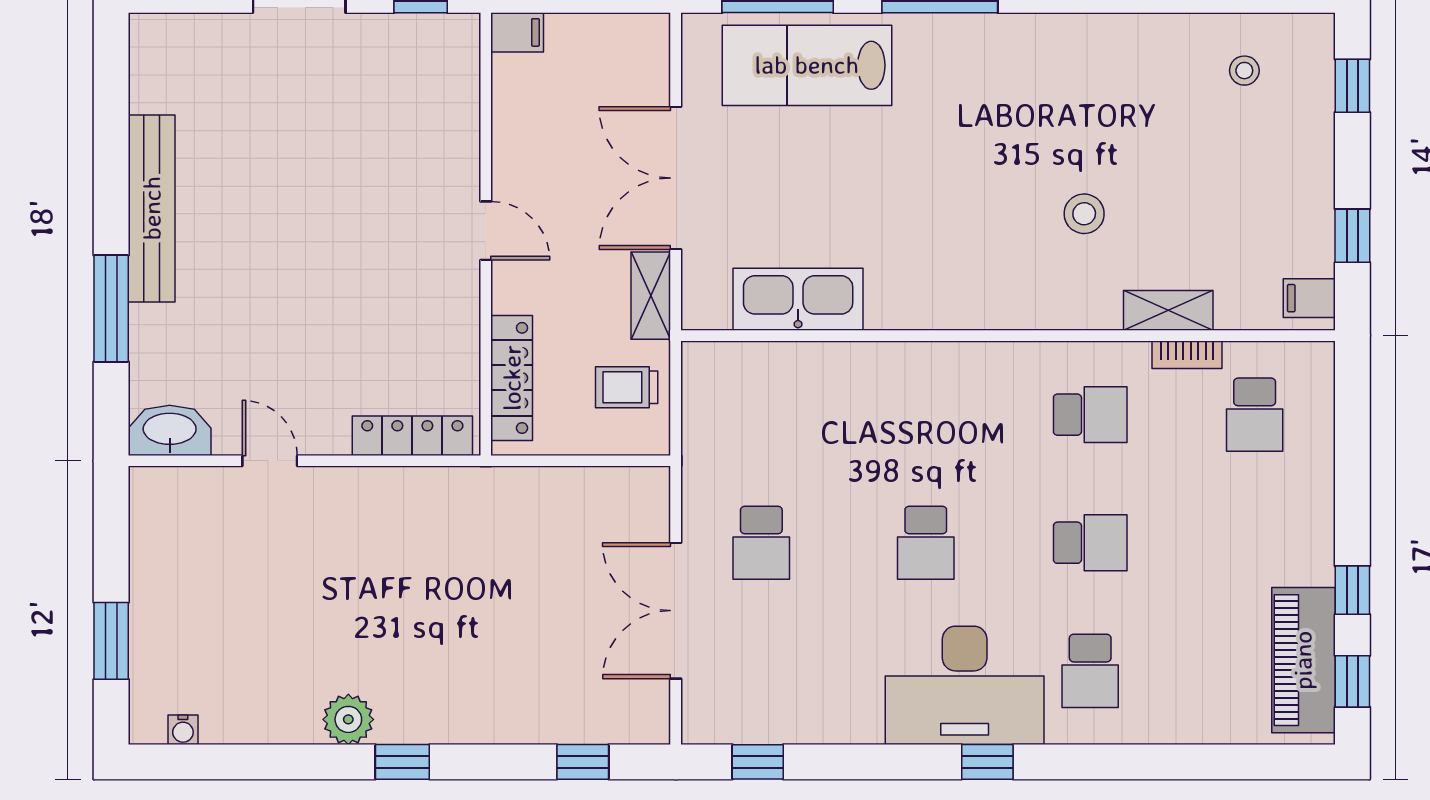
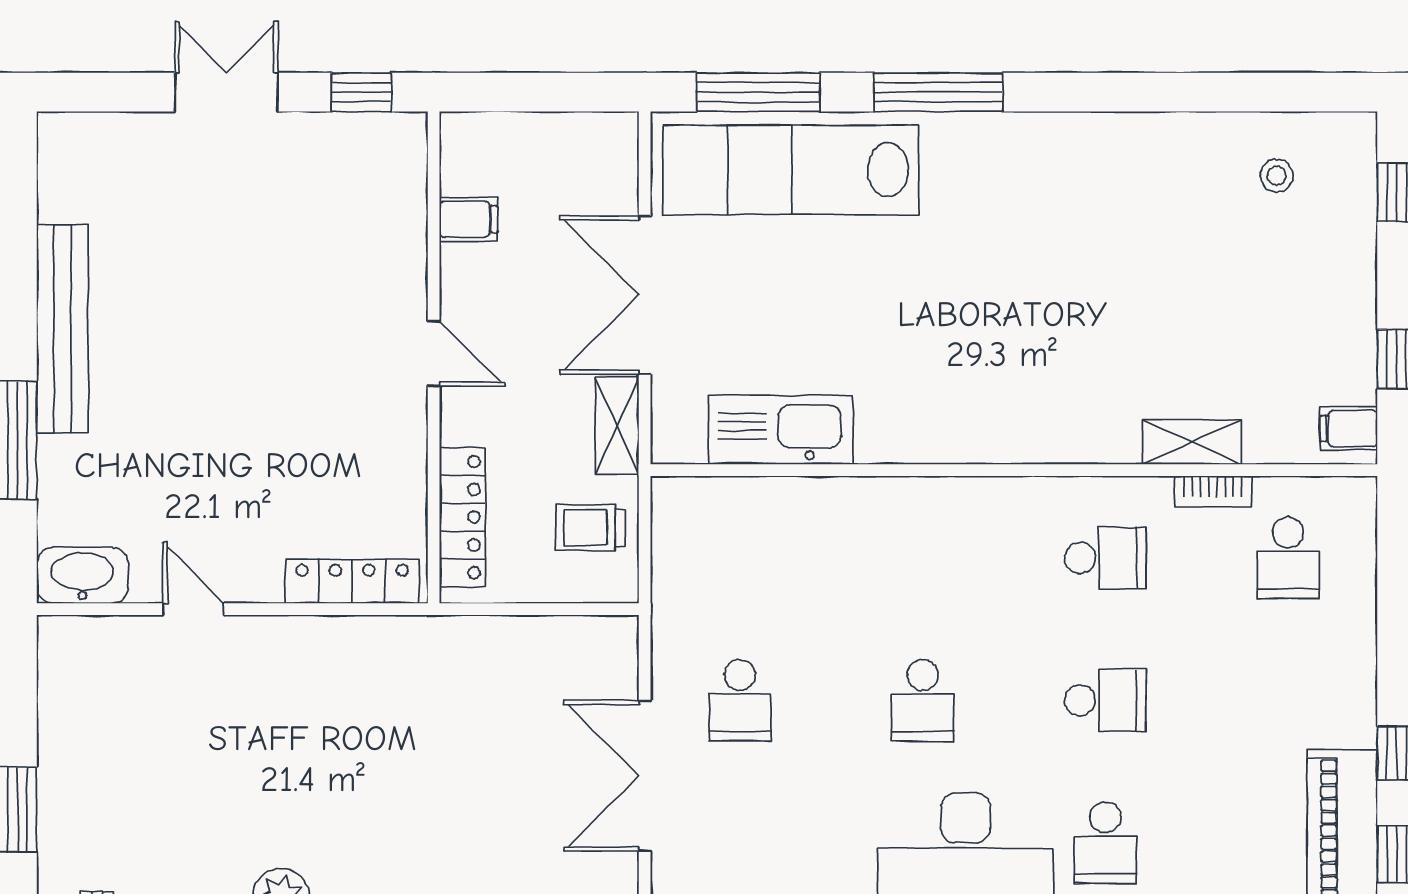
filing cabinet: (517, 32) -> (469, 219), moved
lab bench: (807, 65) -> (791, 170), width x1.36
stool: (1084, 214) -> (1099, 335), removed

